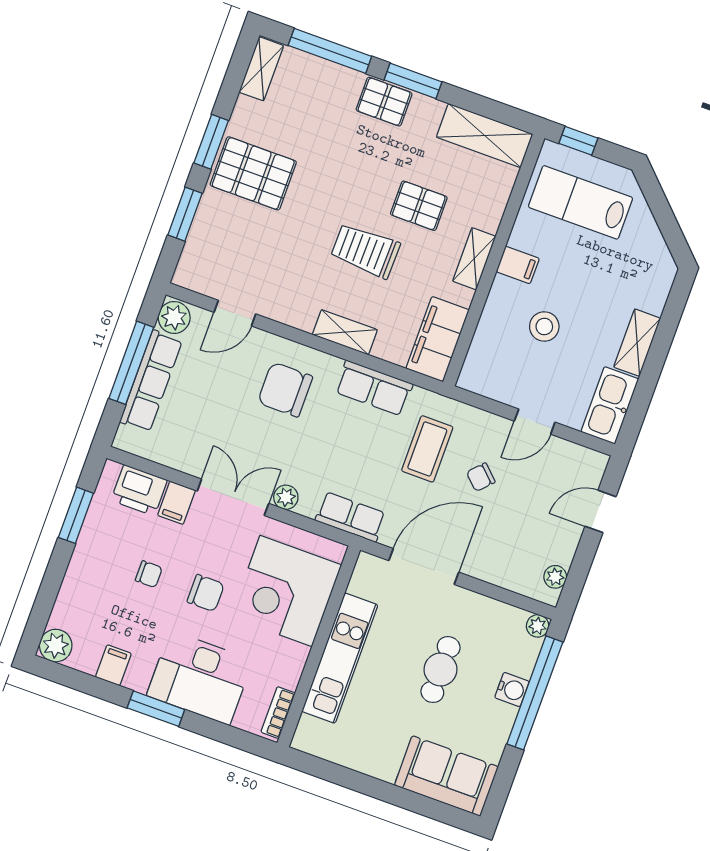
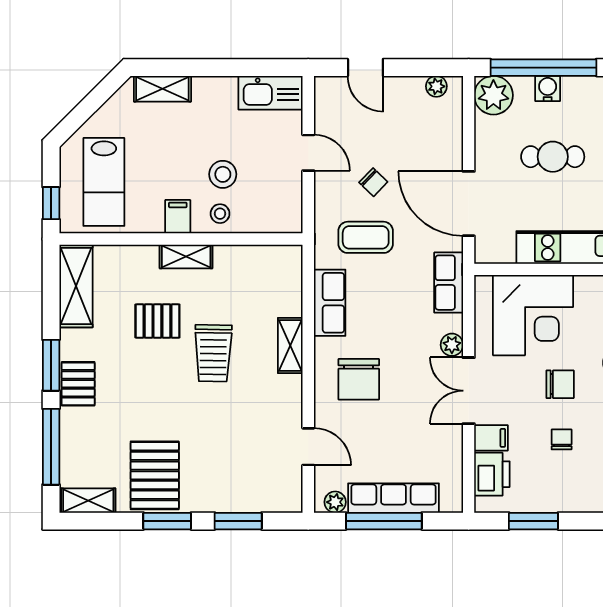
pallet: (253, 173) -> (155, 475), moved
pallet: (419, 206) -> (157, 321), turned 90
stool: (505, 309) -> (220, 214), added
plant: (174, 317) -> (335, 502), width x0.73, depth x0.73
filing cabinet: (438, 339) -> (267, 263), removed
shelving: (637, 343) -> (162, 89), moved
chair: (206, 593) -> (560, 384), turned 90
plant: (538, 626) -> (493, 95), width x1.87, depth x1.87

